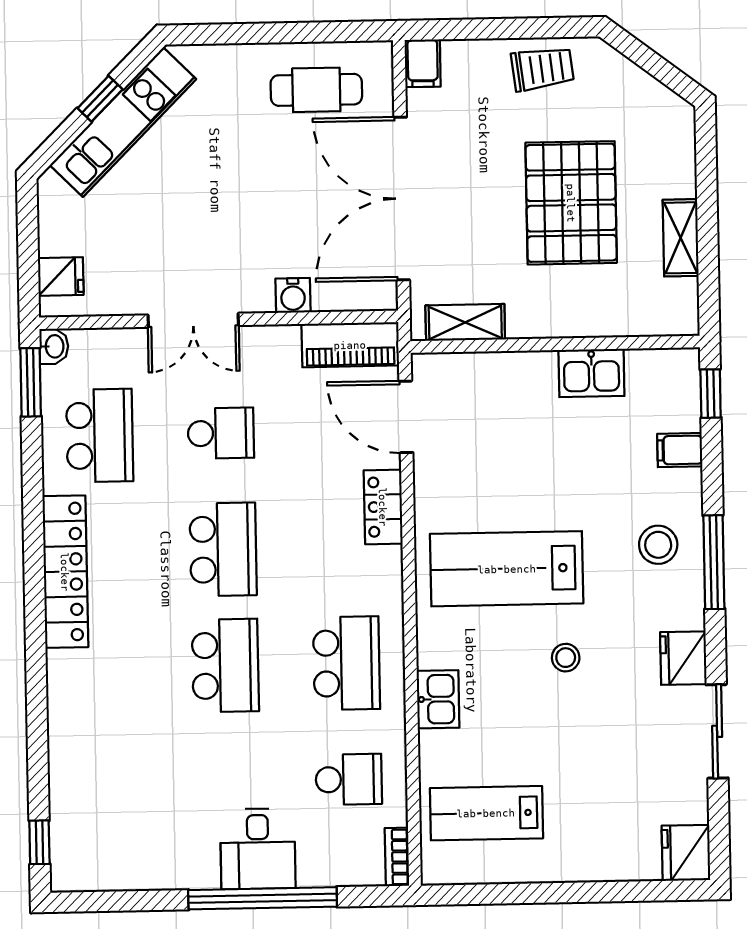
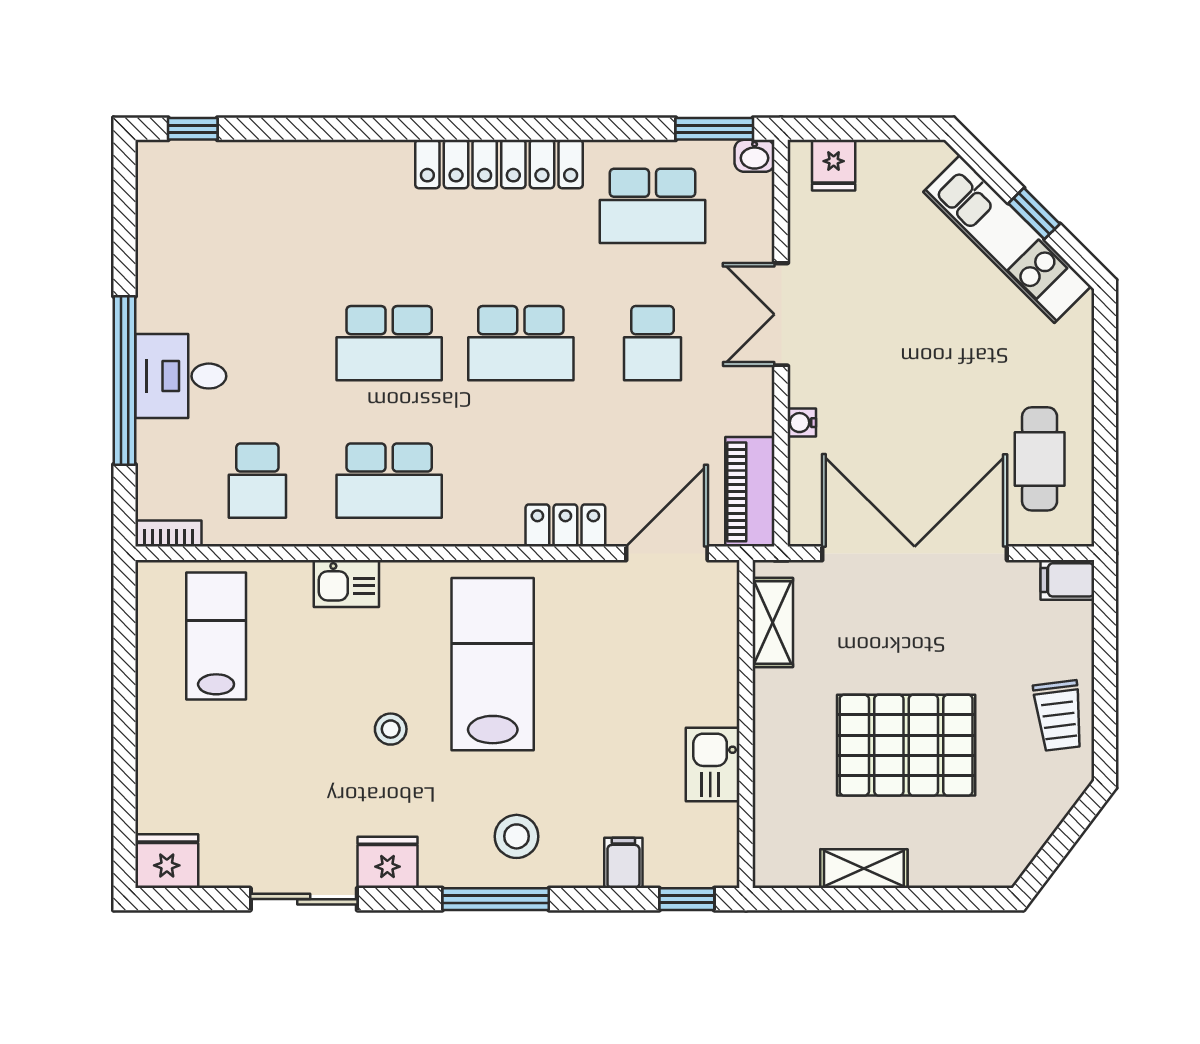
water cooler: (293, 295) -> (802, 423), width x0.72, depth x0.72

